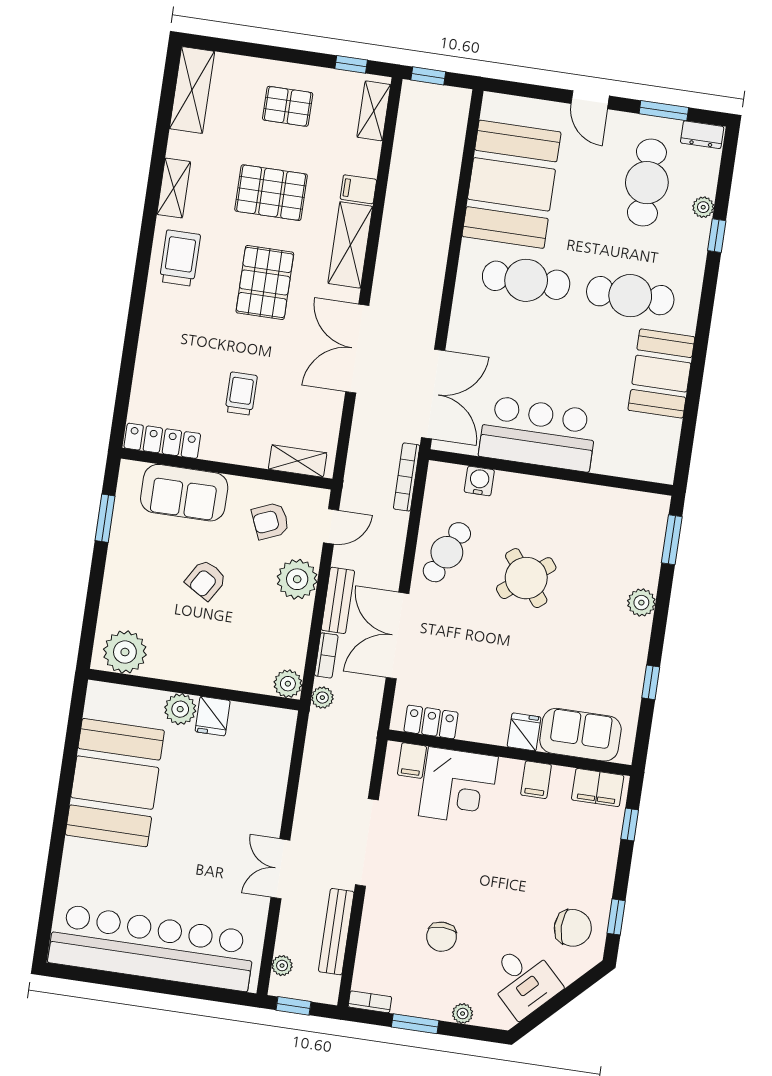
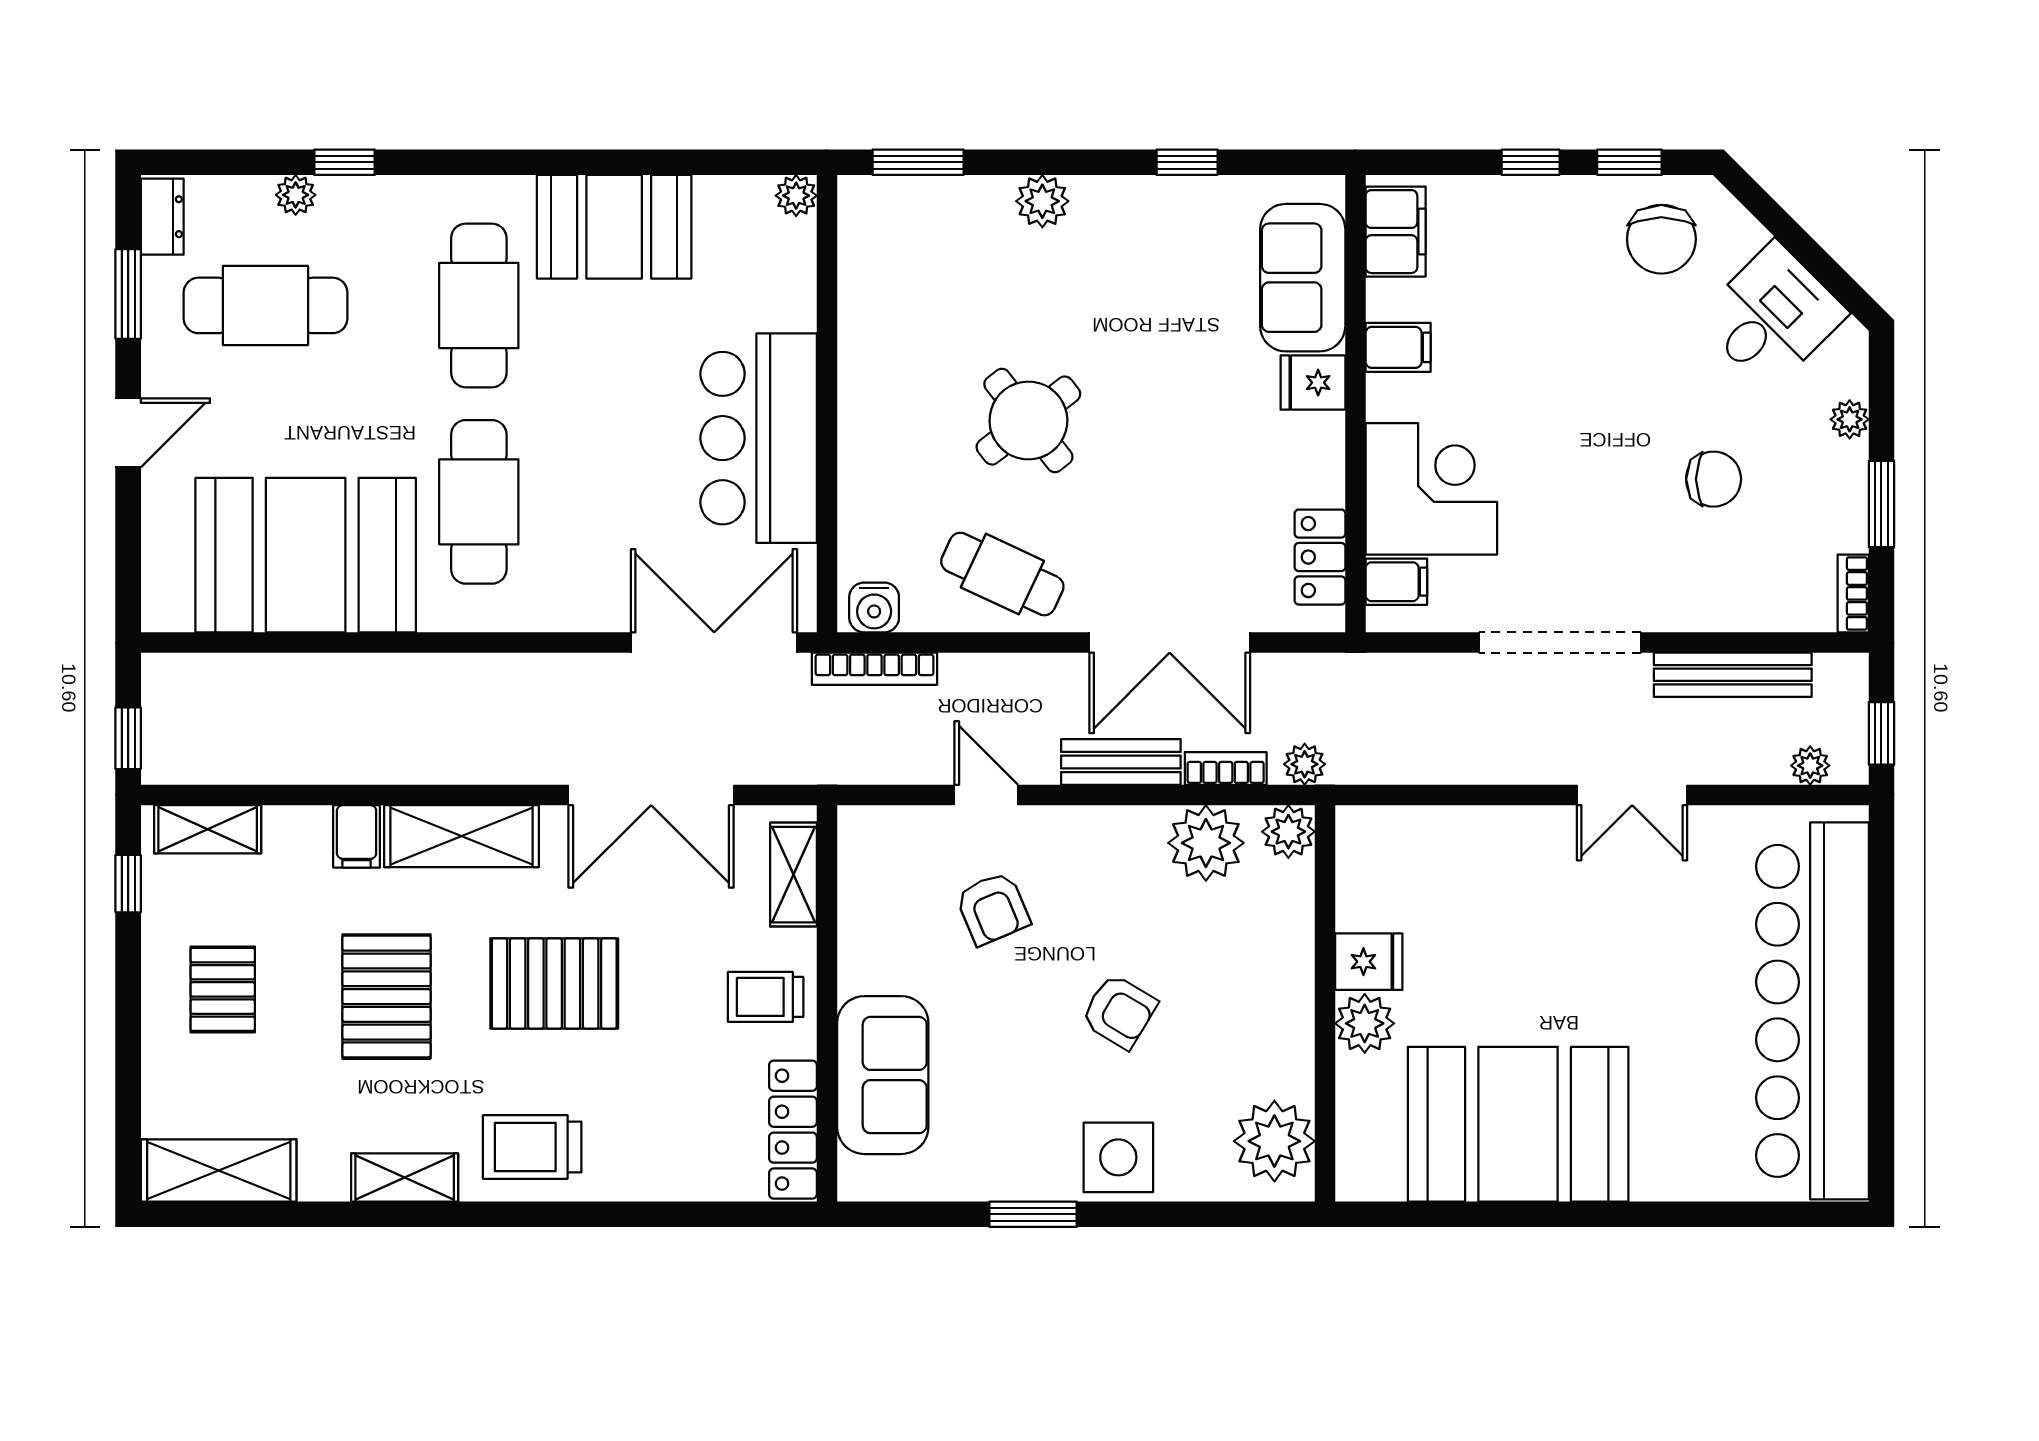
locker: (162, 441) -> (793, 1130), moved
shelving: (298, 461) -> (793, 875), moved
wall: (227, 469) -> (827, 1003), moved
plant: (664, 473) -> (796, 196), added
water cooler: (479, 481) -> (874, 607), moved, turned -90
sofa: (184, 493) -> (883, 1075), moved
side table: (128, 568) -> (1118, 1157), added
plant: (297, 579) -> (1206, 843), moved
window: (630, 825) -> (1531, 162), moved
chair: (573, 928) -> (1661, 239), turned 180

